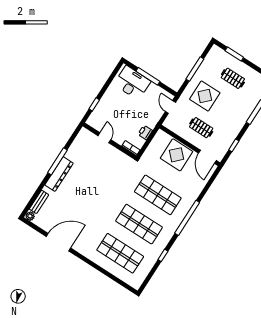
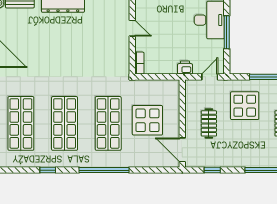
printer: (145, 132) -> (185, 67), moved
door: (104, 138) -> (132, 28), hinge flipped
display table: (176, 155) -> (147, 120), moved
door: (207, 157) -> (182, 150), hinge flipped

